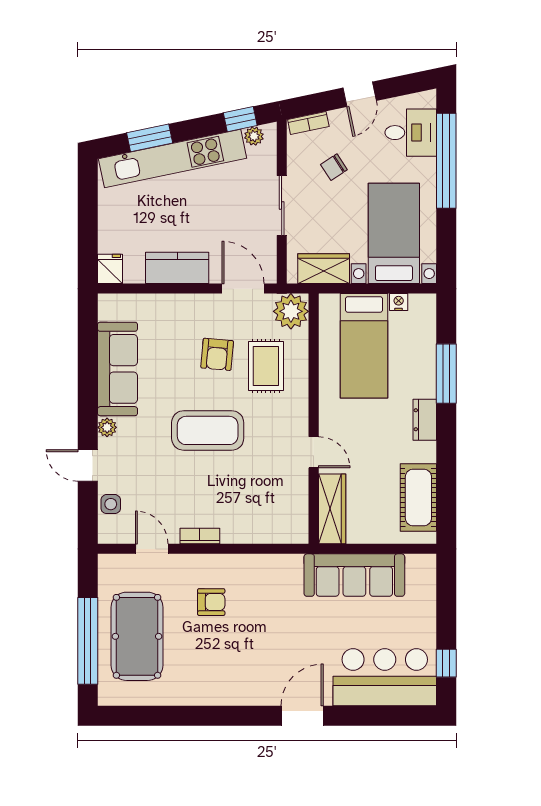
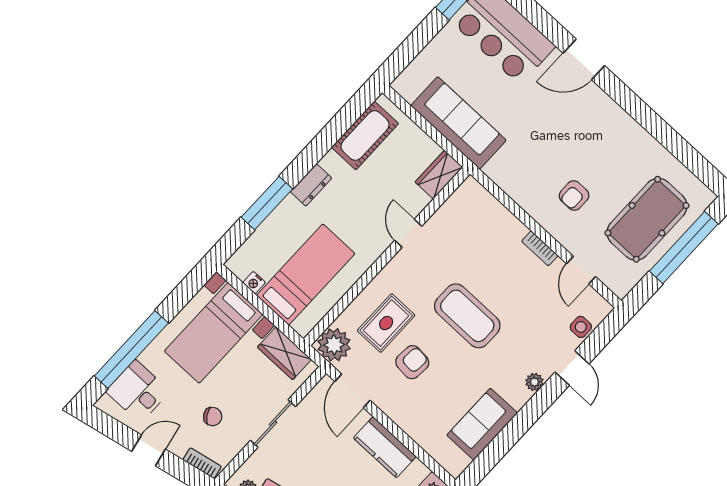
sofa: (117, 369) -> (482, 424), width x0.73
wardrobe: (332, 509) -> (439, 175), width x0.67
armchair: (211, 602) -> (574, 196), turned -90

